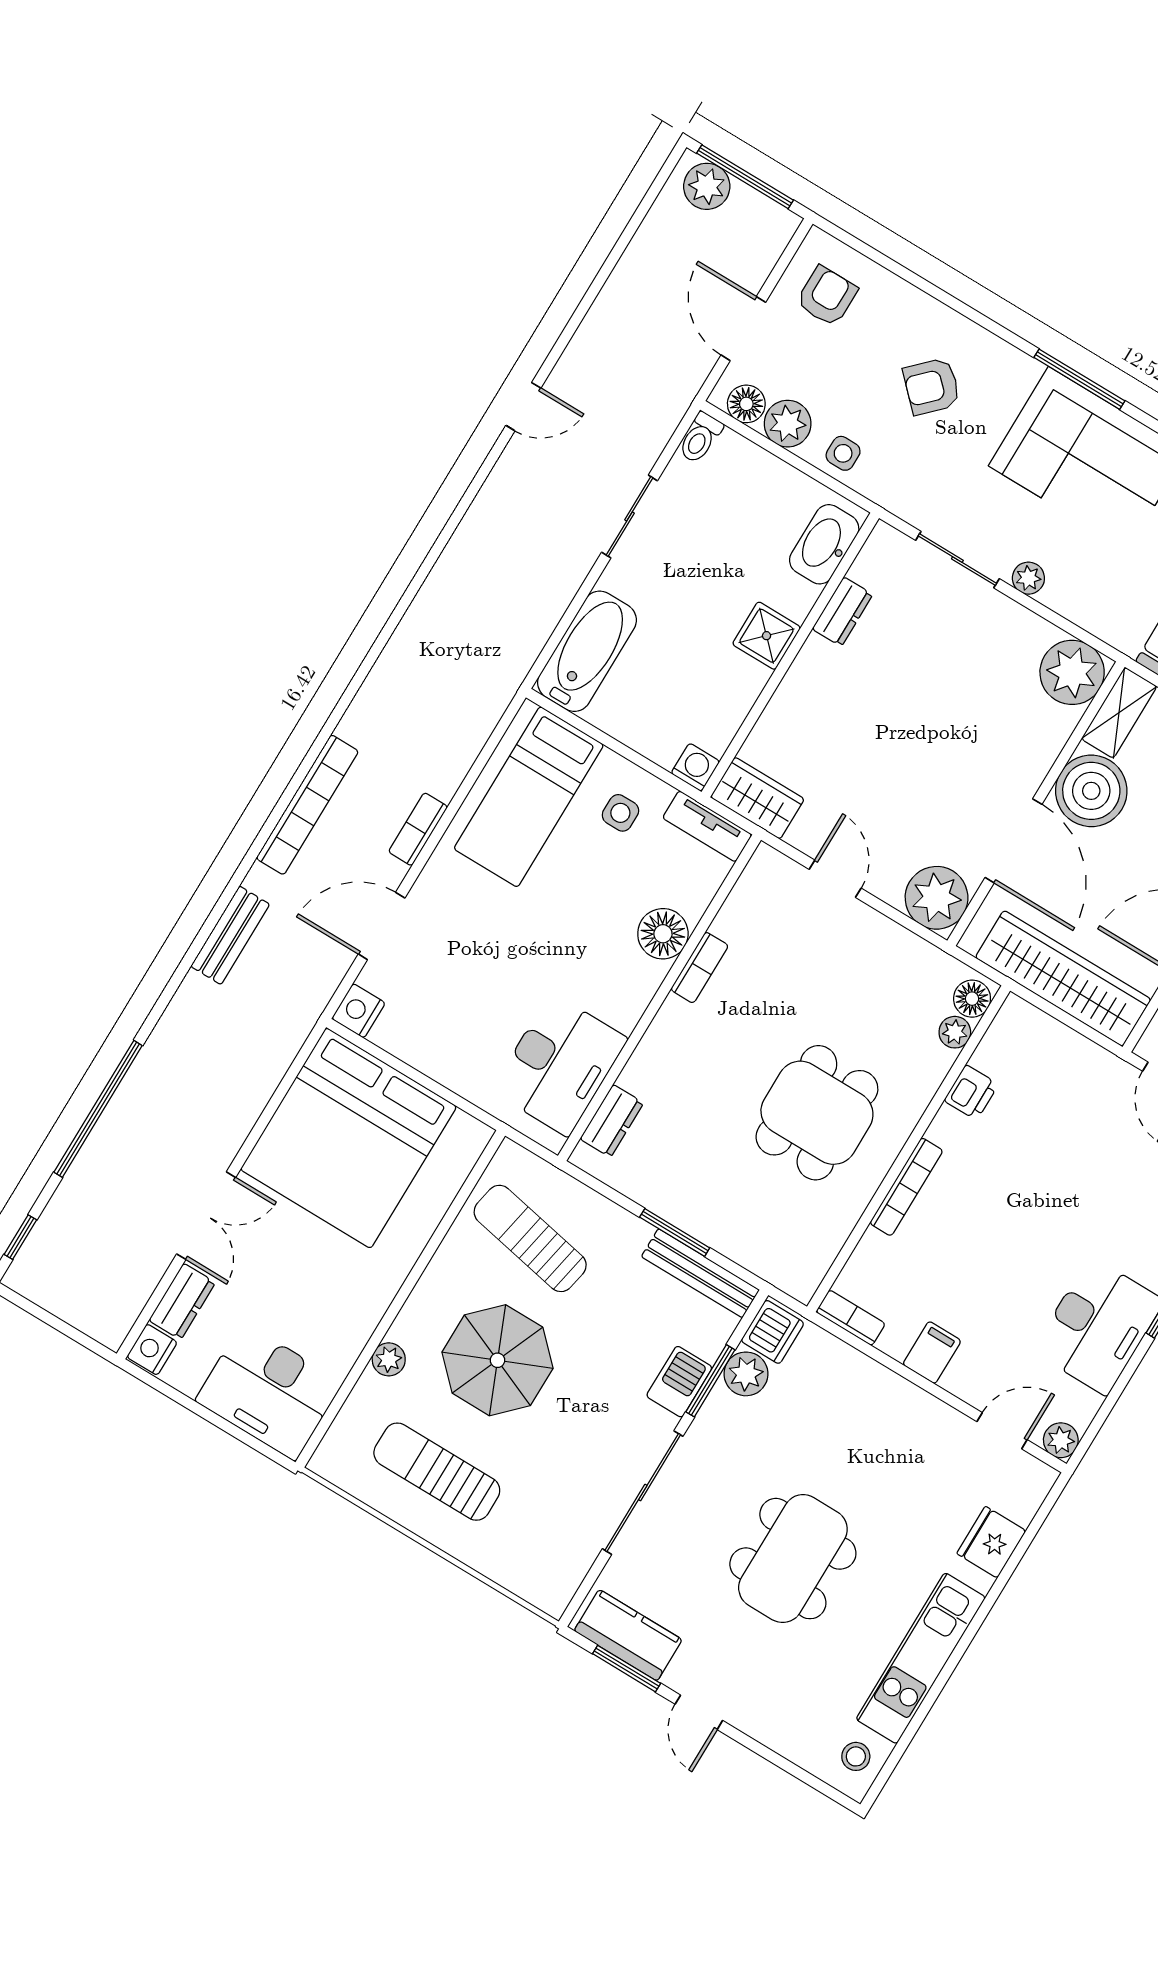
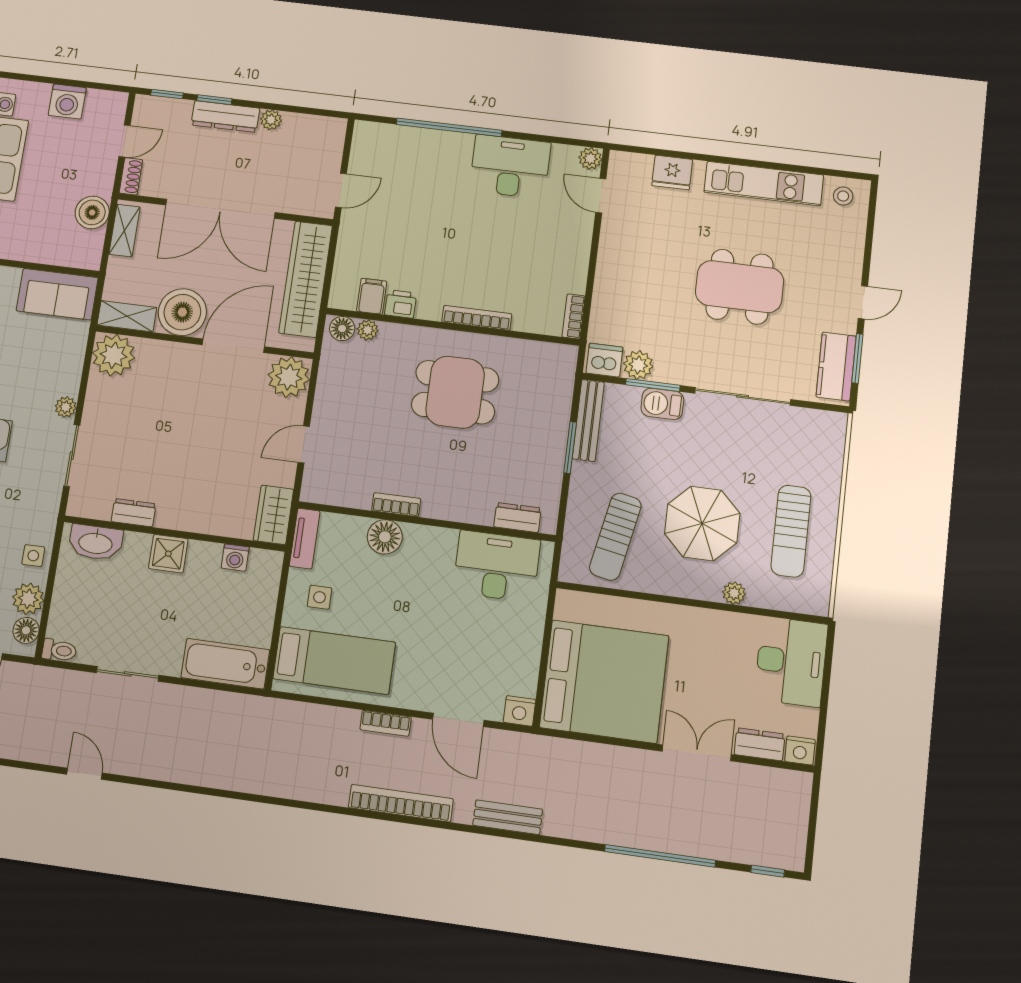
washing machine: (695, 767) -> (235, 558), moved, turned -90
filing cabinet: (932, 1352) -> (372, 296), moved, turned 90

